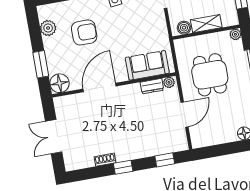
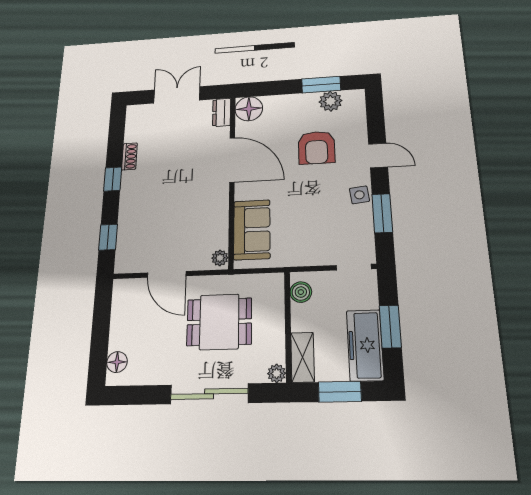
shelving: (206, 24) -> (303, 357), moved
window: (41, 64) -> (321, 85), moved
dresser: (152, 86) -> (222, 112), moved

